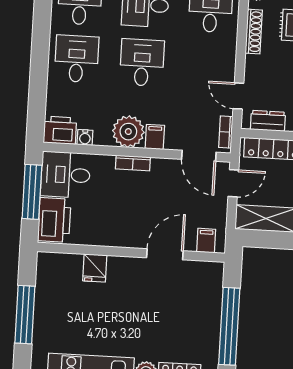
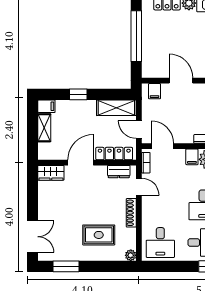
shoe rack: (254, 32) -> (131, 213), moved
door: (233, 183) -> (139, 130), hinge flipped
door: (165, 254) -> (181, 81), swing flipped

